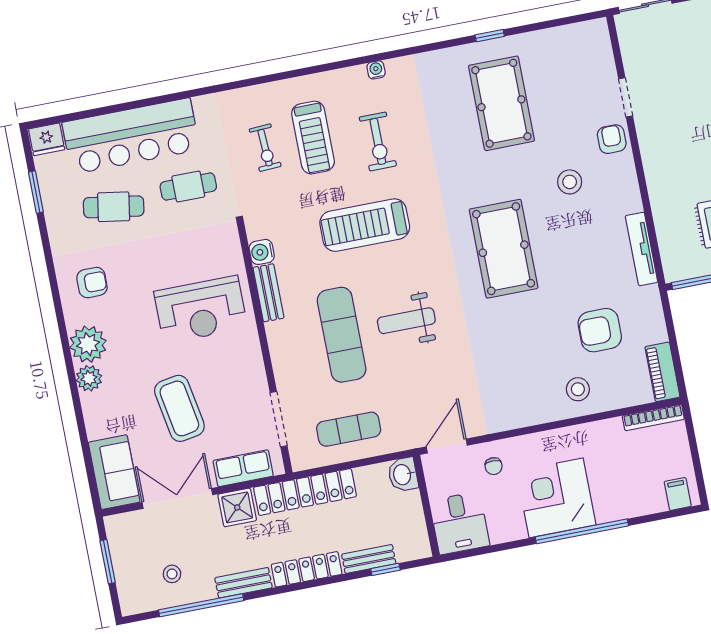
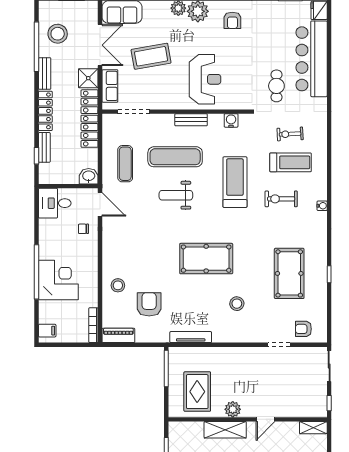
pool table: (501, 103) -> (289, 273), turned 90
treadmill: (313, 138) -> (291, 162), turned 180
armchair: (612, 139) -> (303, 329), moved, turned 180
cafe table: (114, 207) -> (273, 41), removed
bench: (269, 293) -> (191, 120), moved
reception desk: (201, 310) -> (205, 79), turned 180
weight bench: (406, 321) -> (176, 195), turned -90
exercise mat: (349, 429) -> (125, 164), moved
corner desk: (556, 498) -> (58, 280), moved
stool: (172, 574) -> (58, 34), width x1.89, depth x1.89

